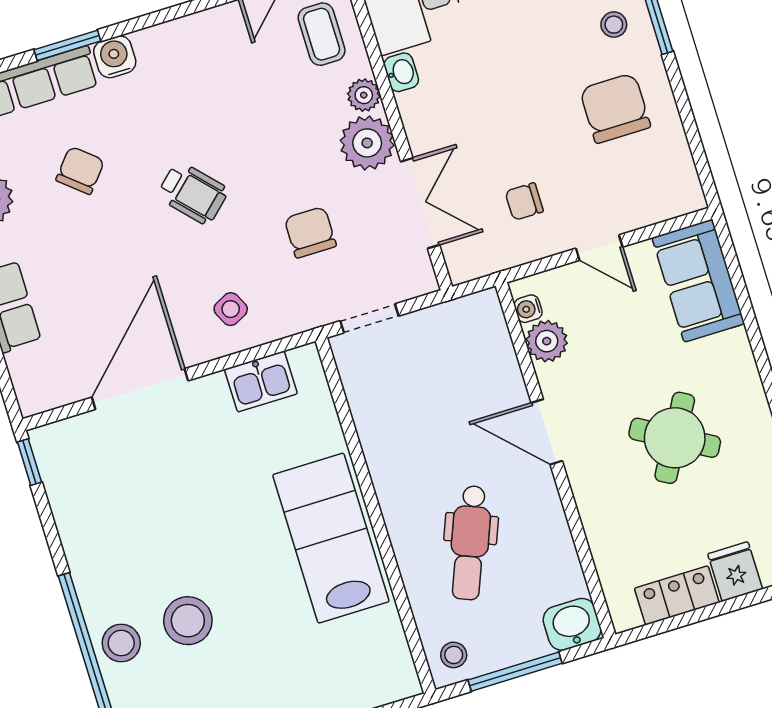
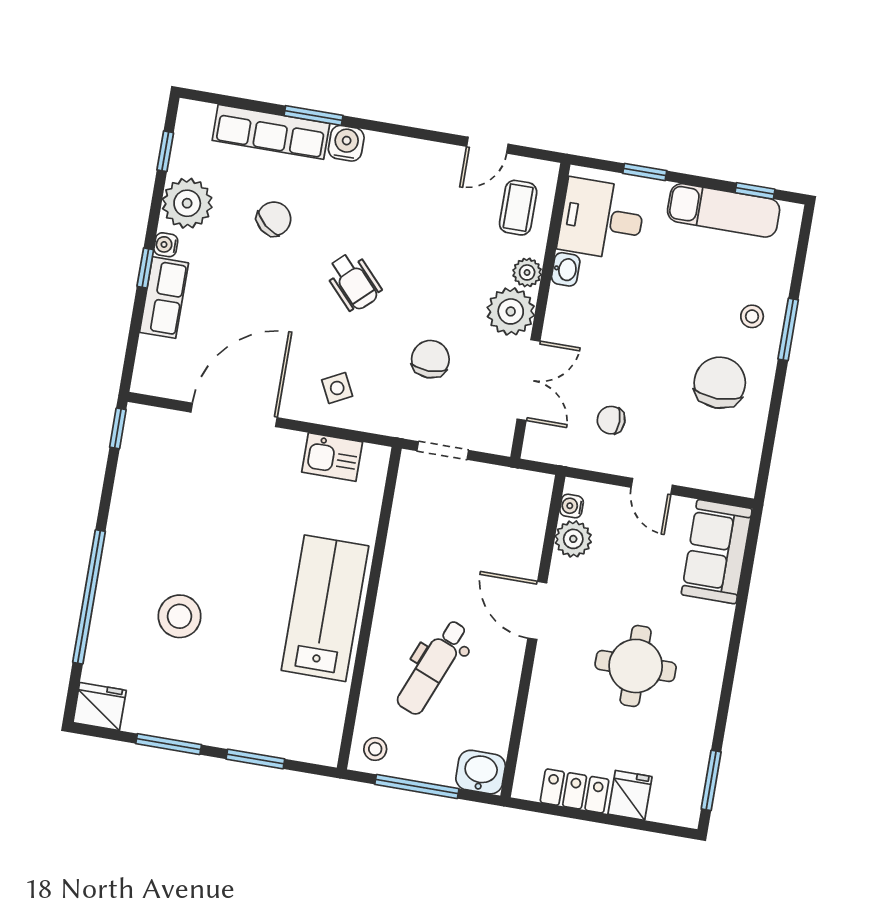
round table: (675, 438) -> (636, 666), turned -30
stool: (121, 643) -> (118, 607), removed

